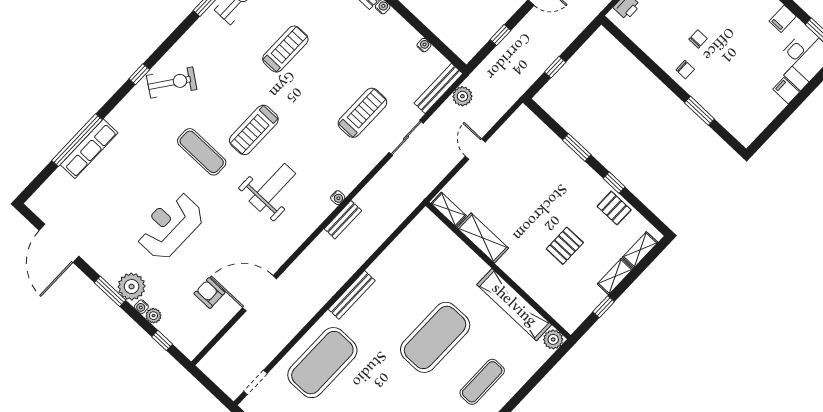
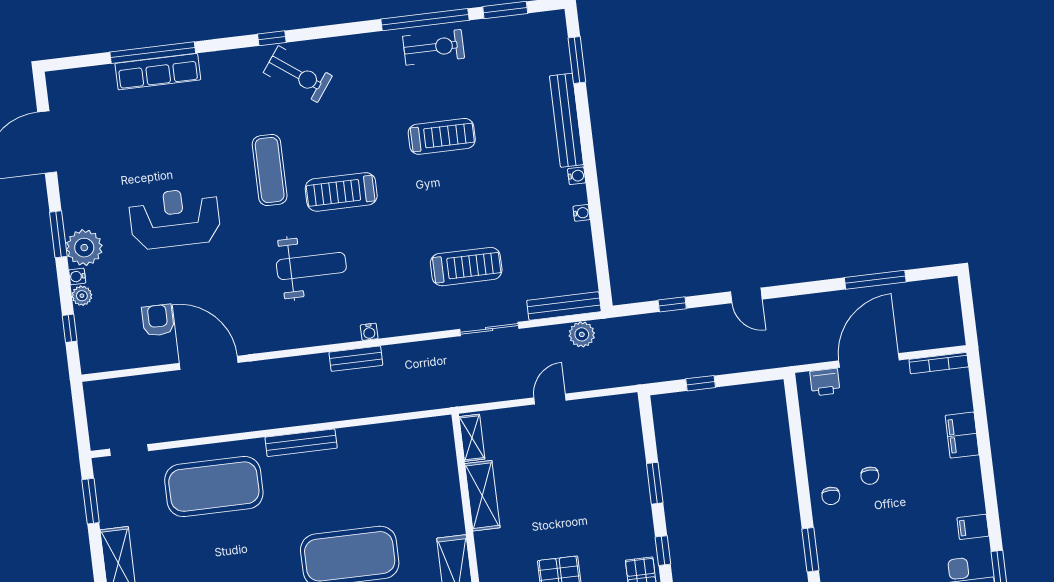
chair: (698, 39) -> (870, 476), turned 90
water cooler: (424, 45) -> (582, 213), moved

